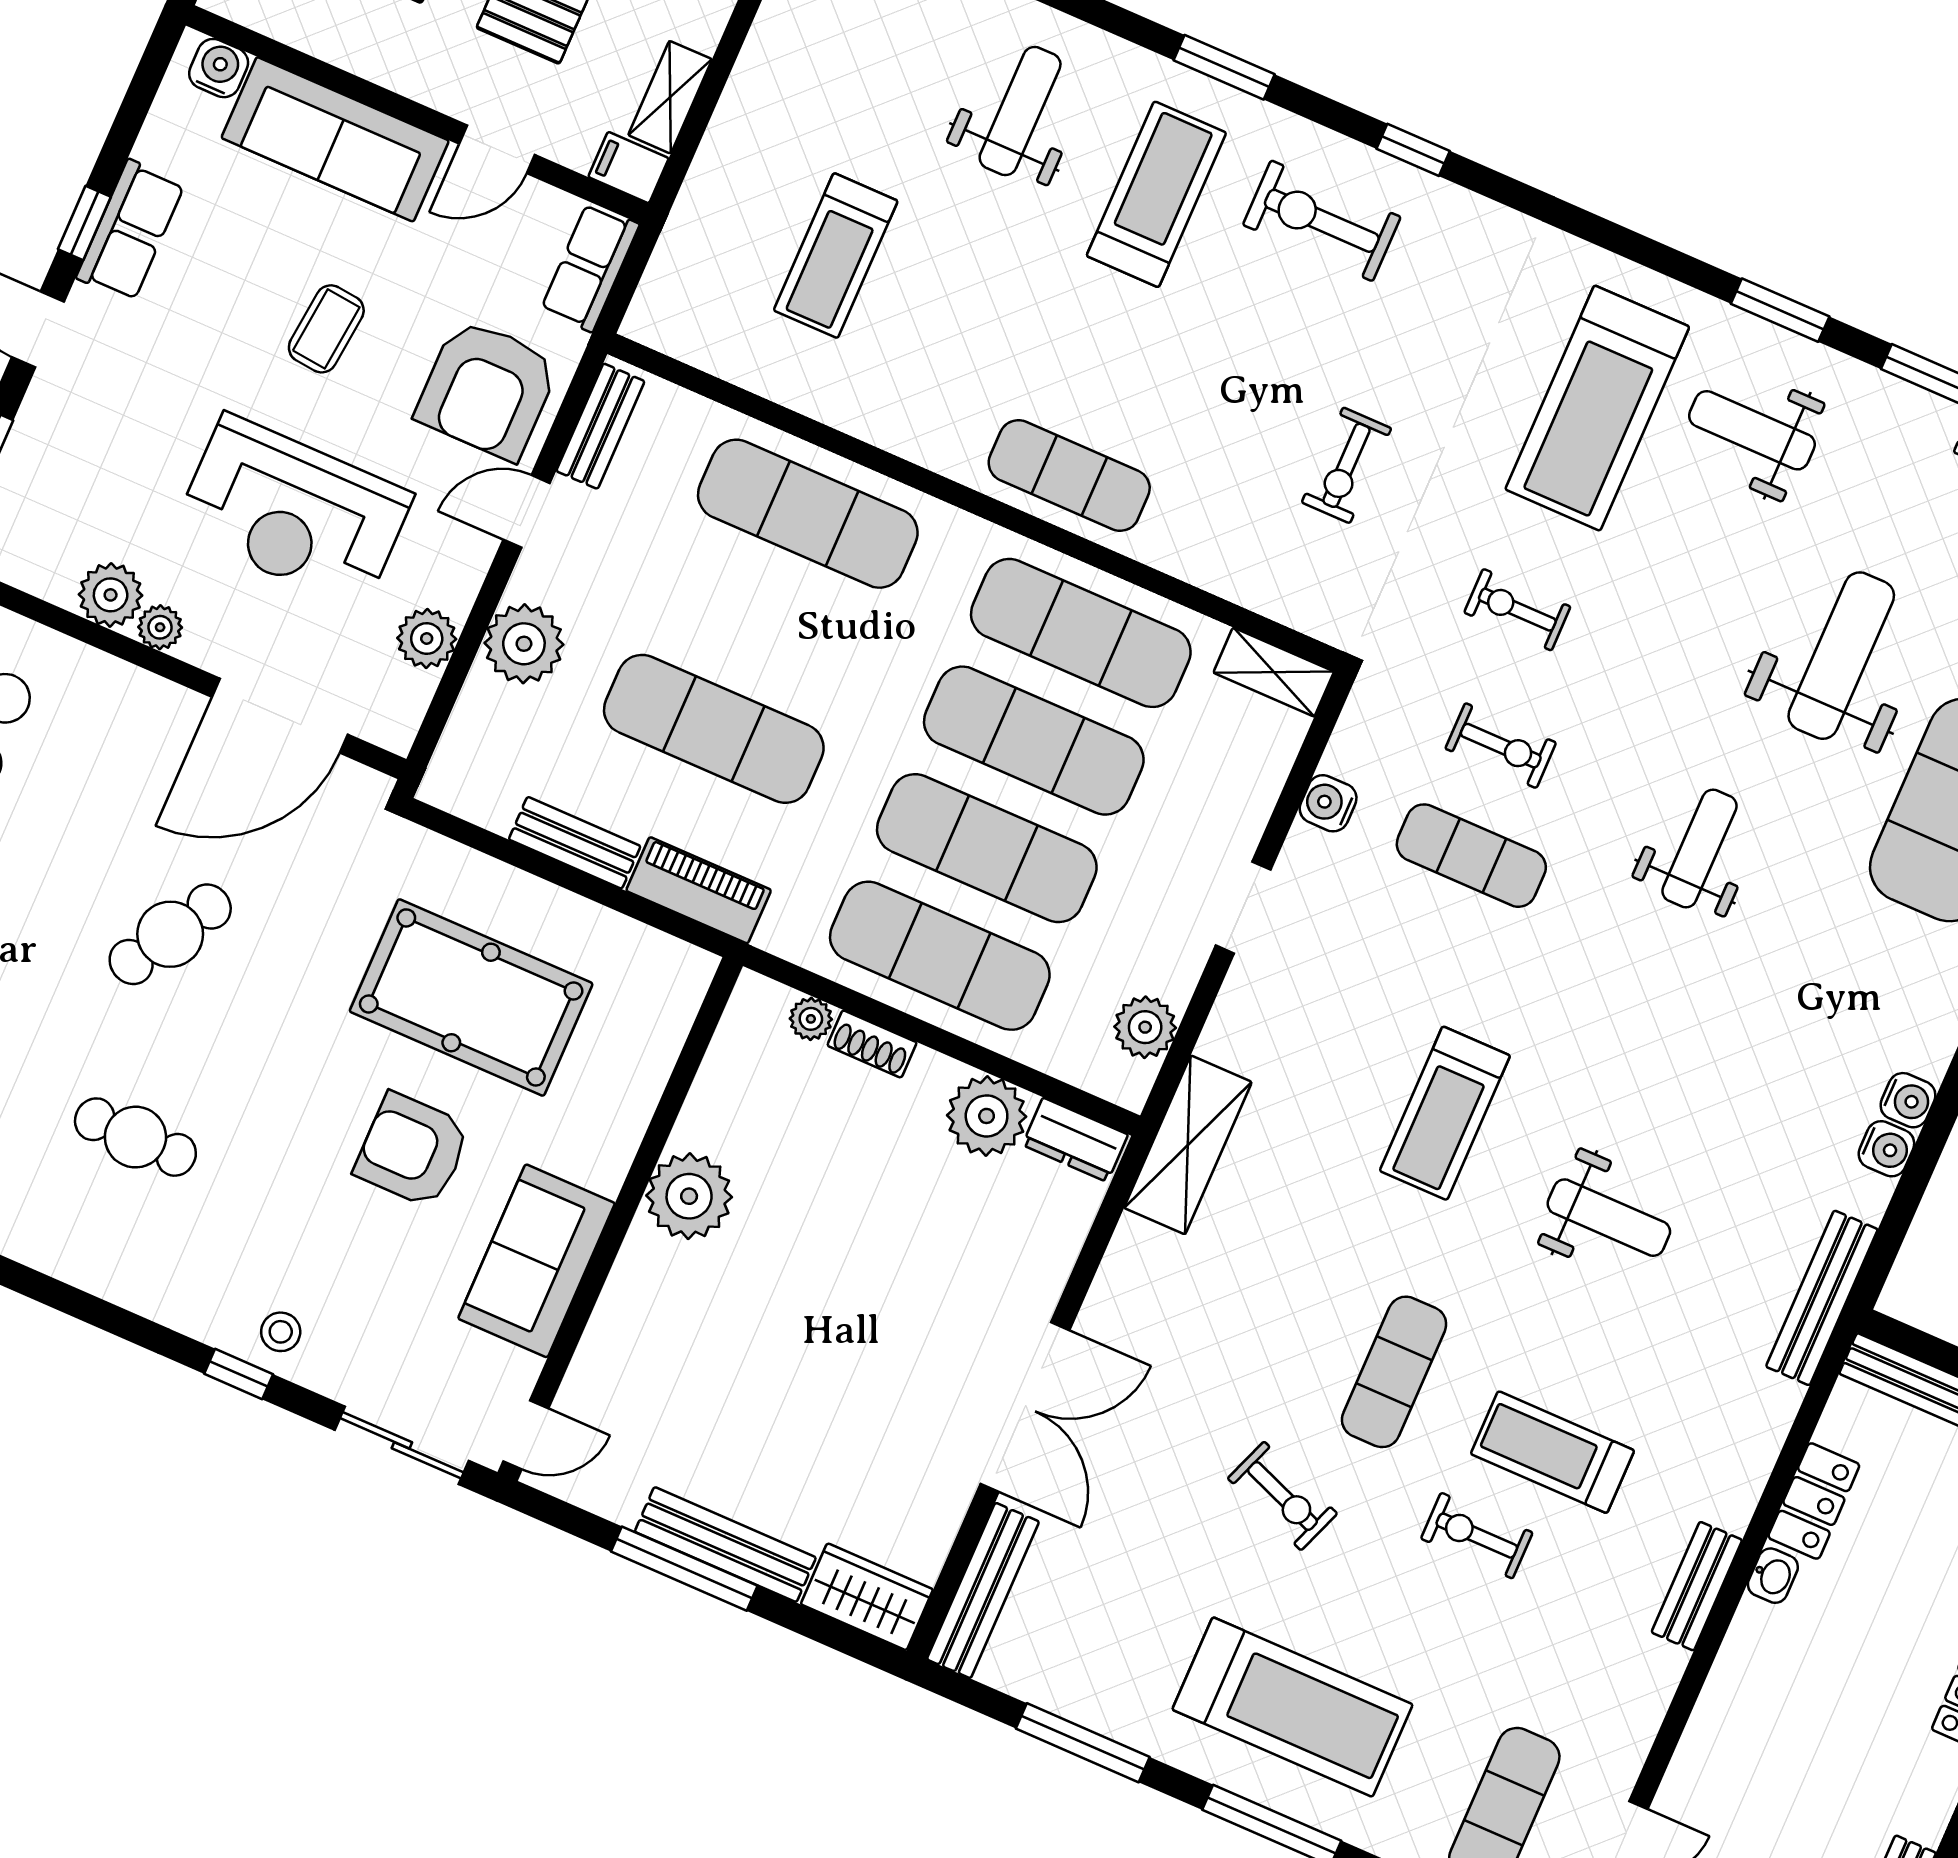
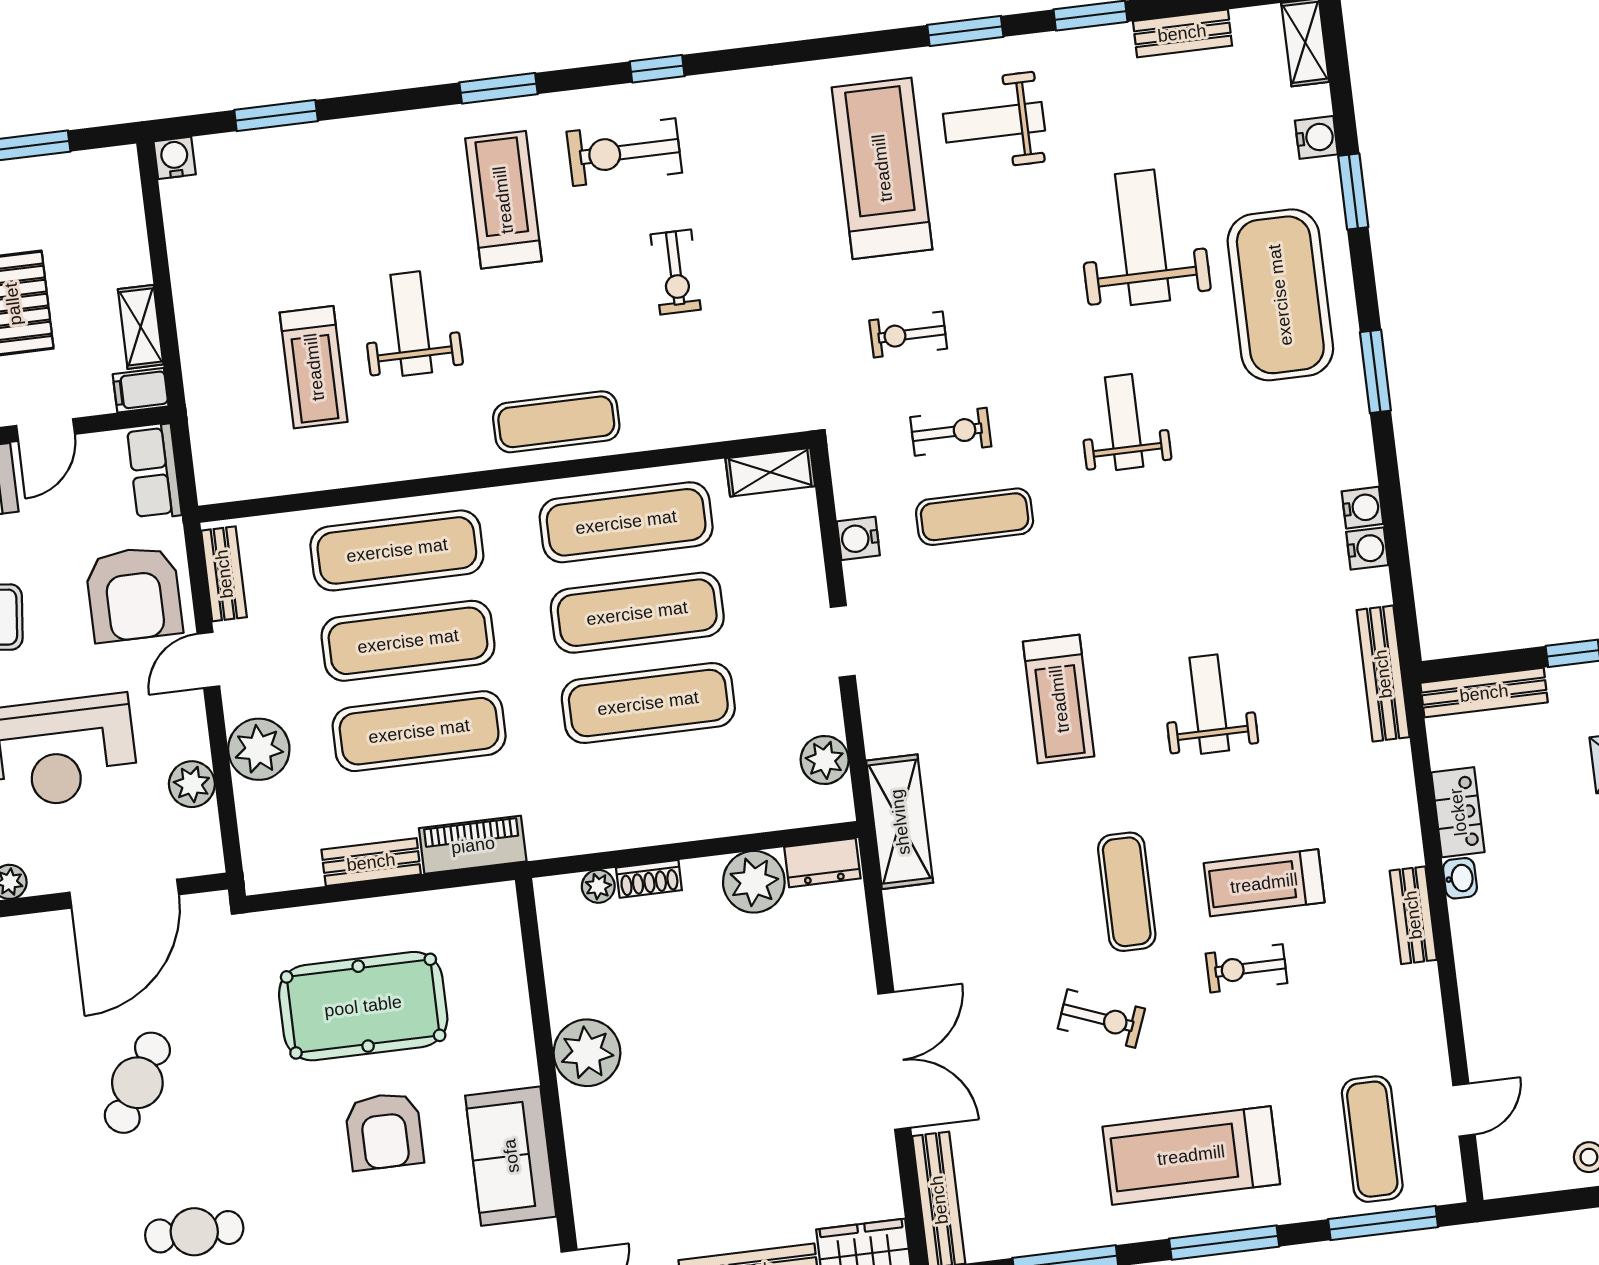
weight bench: (1020, 111) -> (411, 324), moved
treadmill: (1597, 408) -> (882, 168), turned 180
exercise bike: (1347, 465) -> (676, 272), moved
exercise mat: (940, 956) -> (408, 641), moved
armchair: (412, 1150) -> (384, 1131), turned -90
weight bench: (1609, 1218) -> (1209, 704), turned -90
treadmill: (1293, 1707) -> (1191, 1155), turned 180

